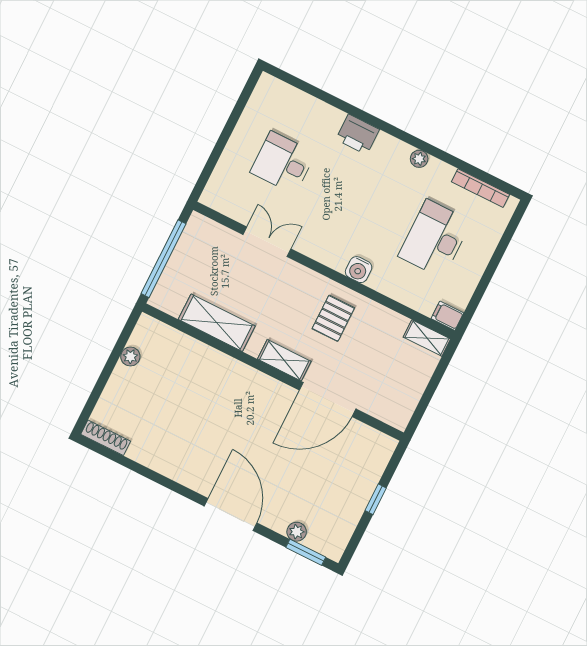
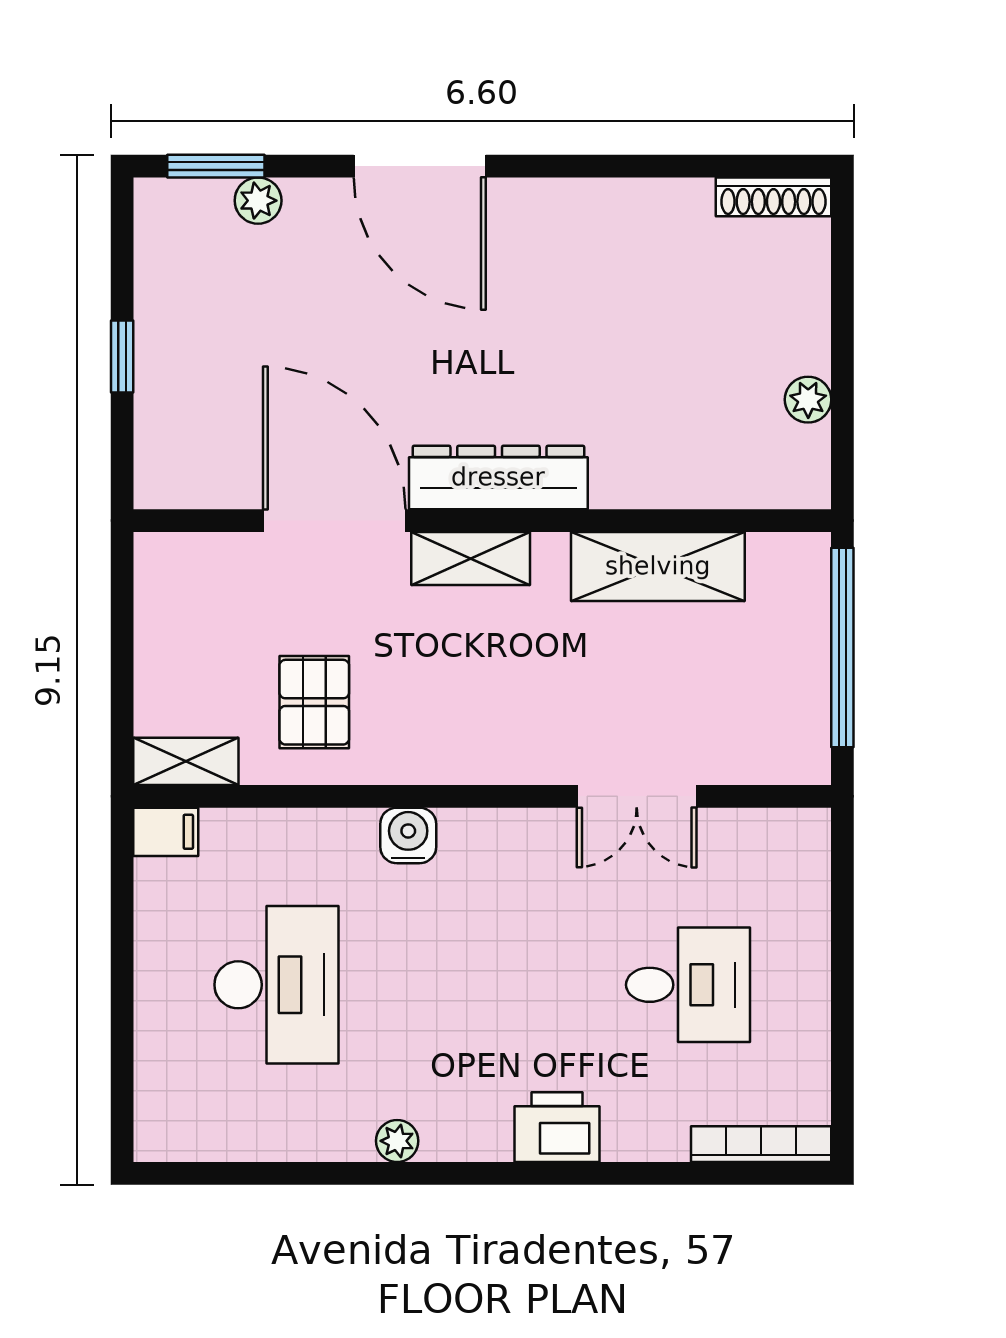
bookcase: (480, 188) -> (761, 1144), moved
pallet: (333, 318) -> (314, 702), moved
dresser: (259, 385) -> (498, 477), added
door: (328, 399) -> (334, 521), hinge flipped

